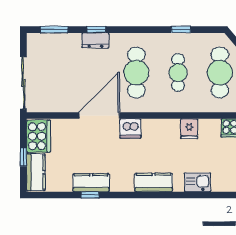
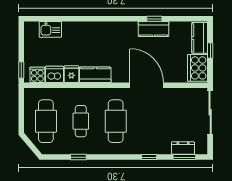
dresser: (95, 40) -> (183, 148), moved
door: (99, 115) -> (147, 85), swing flipped
dishwasher: (130, 128) -> (54, 74), moved
kitchen counter: (154, 182) -> (95, 75), moved, turned 180
kitchen sink: (198, 182) -> (50, 29), moved

